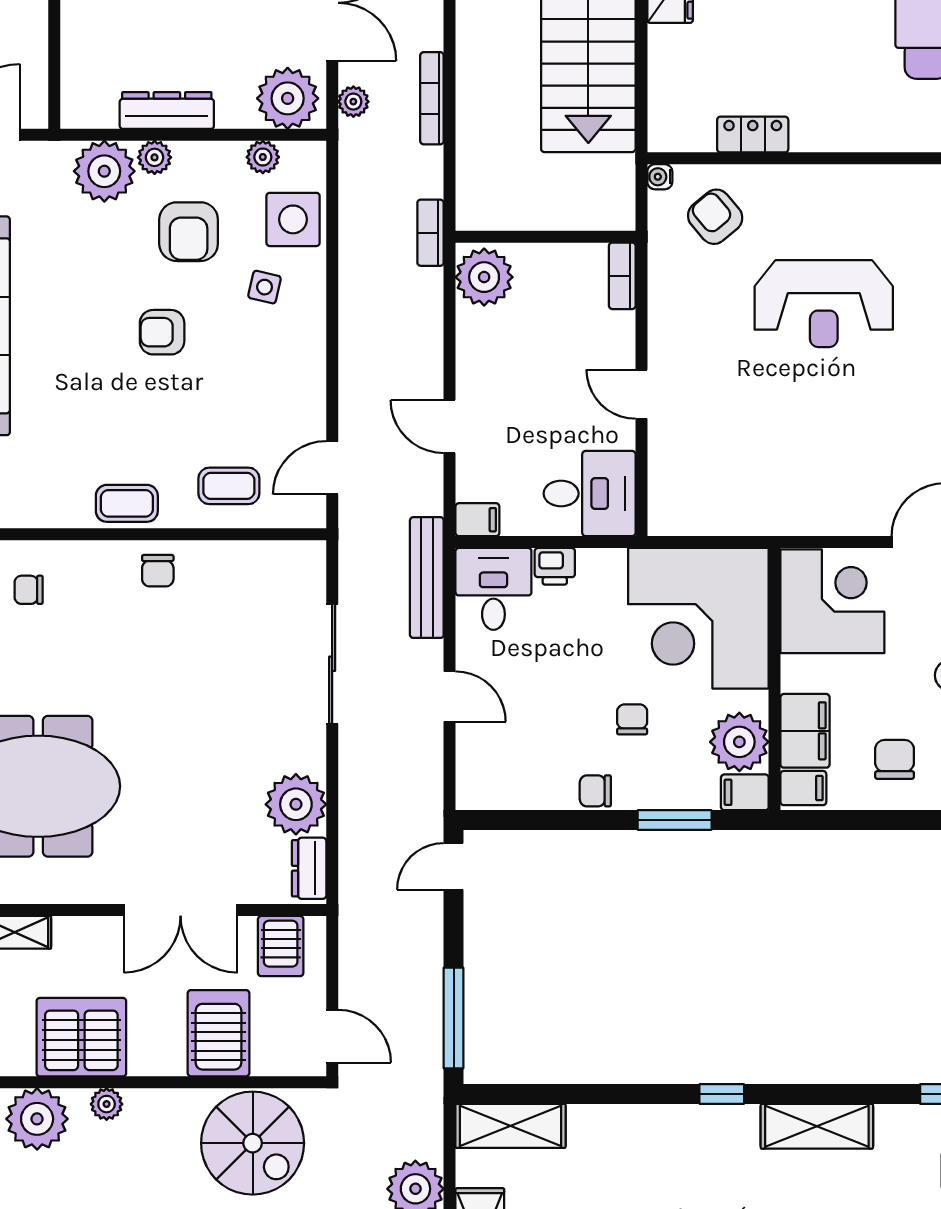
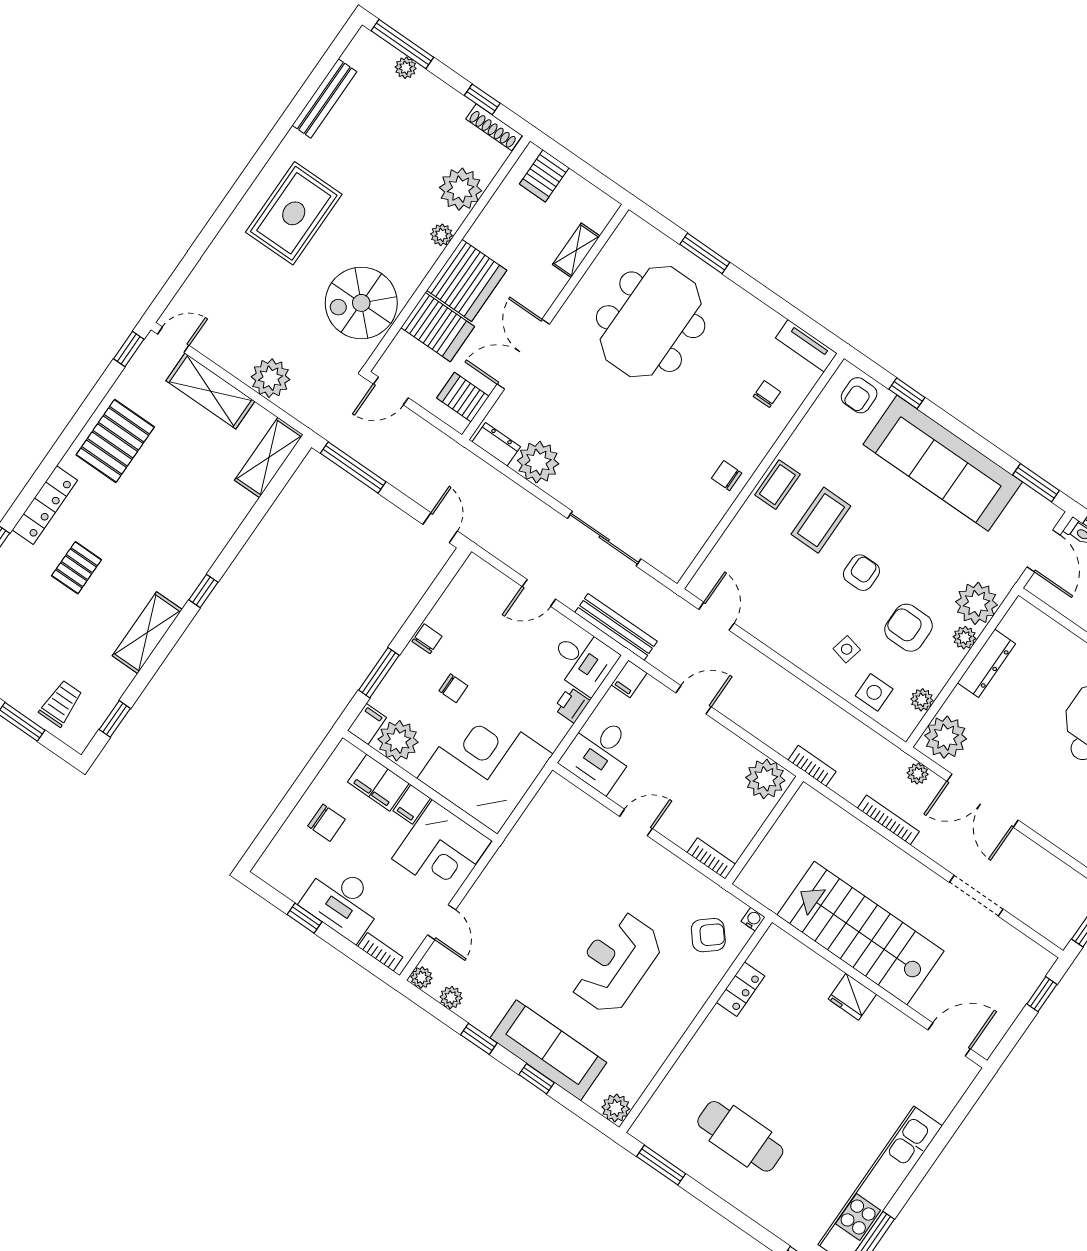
side table: (293, 219) -> (874, 692), width x0.73, depth x0.73
coffee table: (229, 486) -> (821, 520), moved, width x1.36, depth x1.30
filing cabinet: (803, 788) -> (412, 804), moved
server rack: (81, 1037) -> (467, 280), moved

